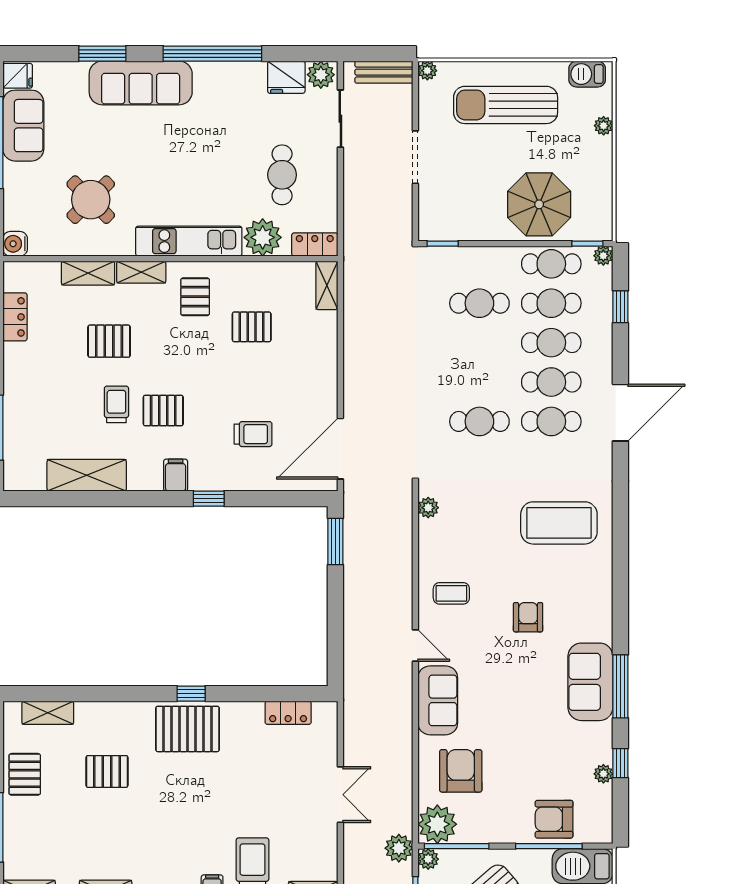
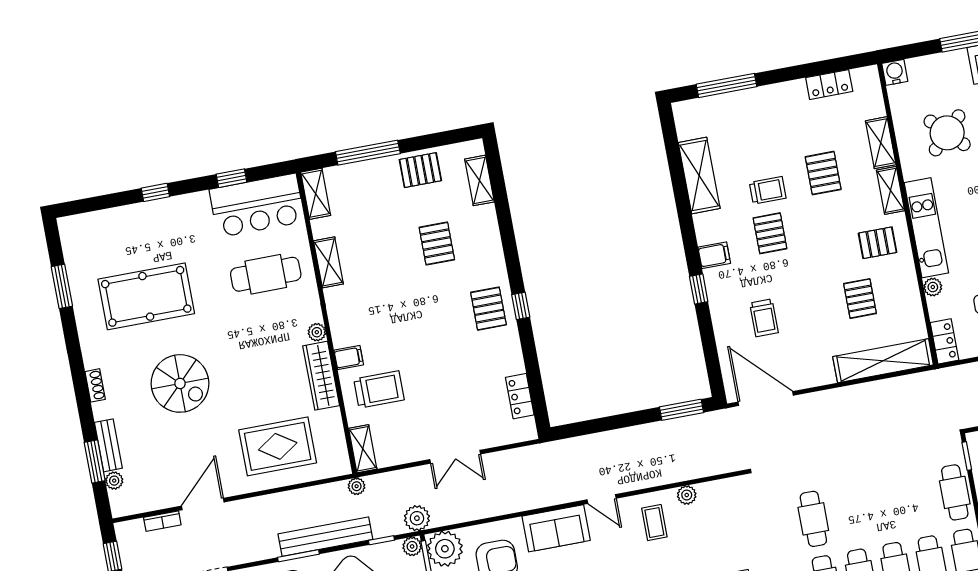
plant: (263, 237) -> (933, 287), width x0.53, depth x0.53
shelving: (327, 285) -> (883, 361), width x2.20, depth x1.33
cafe table: (479, 303) -> (955, 492), moved
plant: (428, 508) -> (687, 495), moved
door: (415, 645) -> (602, 499), hinge flipped
pallet: (187, 729) -> (488, 309), width x0.67, depth x0.71

